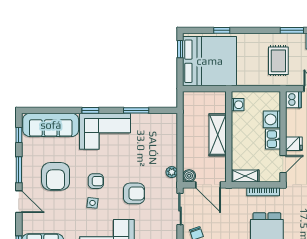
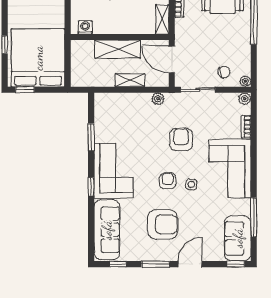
shelving: (189, 146) -> (130, 80), added
boiler: (189, 176) -> (162, 80), removed
door: (208, 185) -> (172, 59), swing flipped

